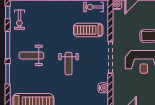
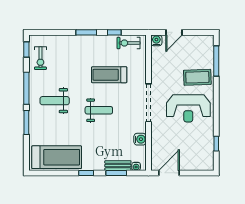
treadmill: (88, 30) -> (109, 75), moved
weight bench: (69, 64) -> (99, 110), turned -90

